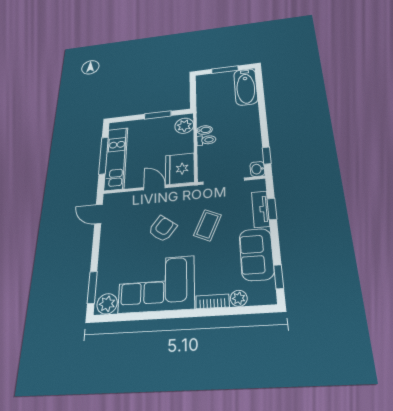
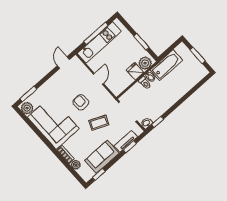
bathtub: (246, 87) -> (166, 65), moved, turned 180
fridge: (180, 169) -> (135, 71), moved, width x0.53, depth x0.75
armchair: (162, 229) -> (81, 102), turned -129

